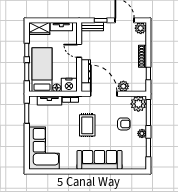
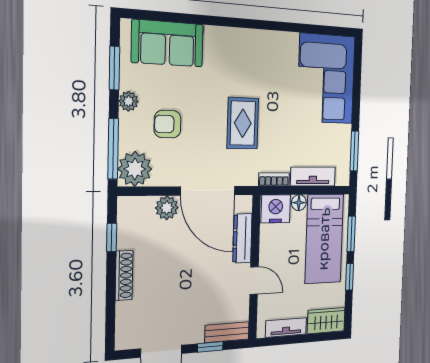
plant: (141, 28) -> (127, 337), removed
sofa: (99, 160) -> (168, 43), moved, width x0.73

